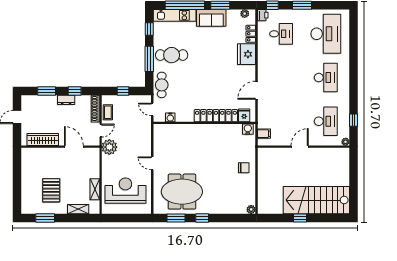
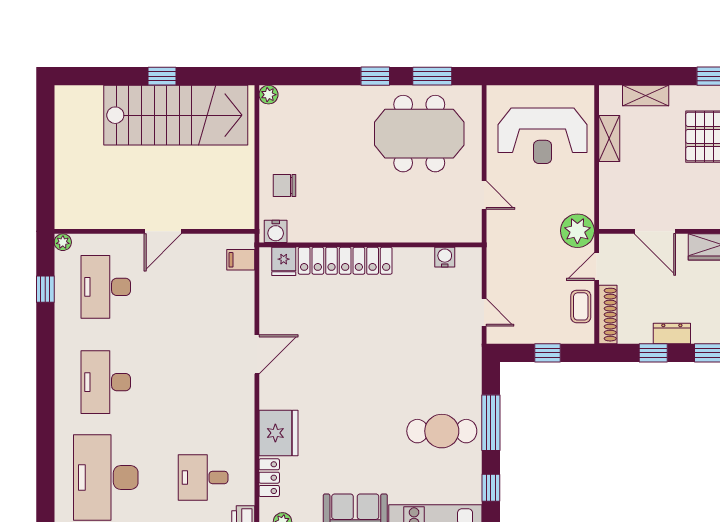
cafe table: (162, 85) -> (463, 366), removed
fridge: (244, 115) -> (284, 261), moved
locker: (216, 116) -> (345, 261), moved
water cooler: (170, 117) -> (445, 257), moved
wall: (204, 123) -> (370, 245), moved
water cooler: (248, 129) -> (276, 231), moved
stairs: (316, 200) -> (176, 115), moved

